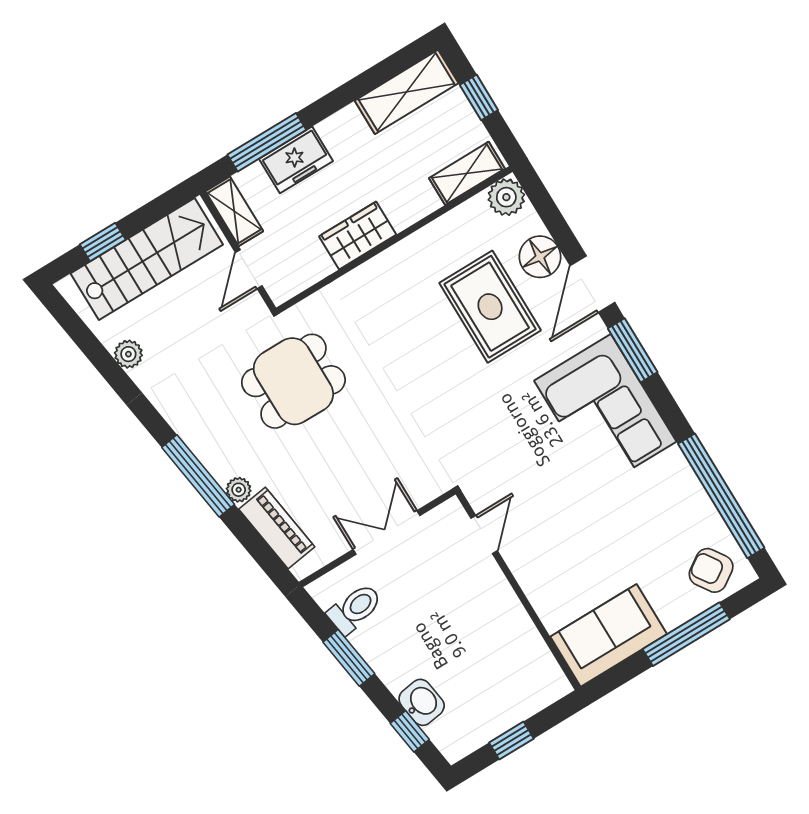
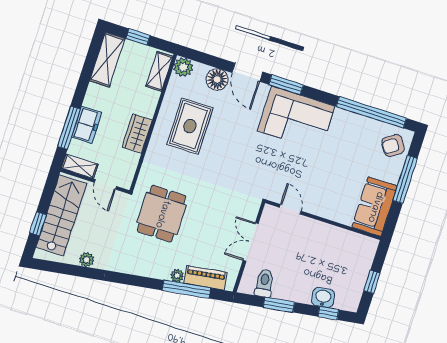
rug: (490, 307) -> (190, 126), moved, turned 90
window: (198, 476) -> (186, 289), moved

